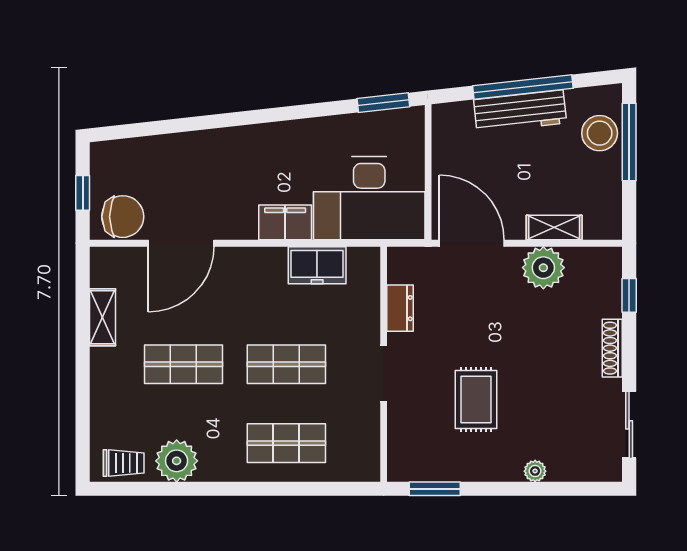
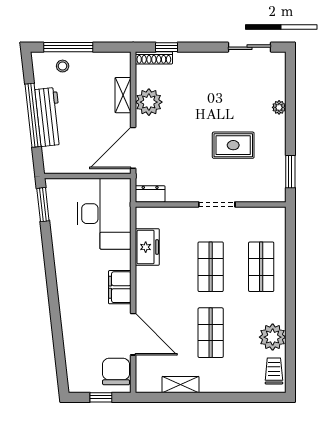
stool: (600, 133) -> (63, 66), width x0.53, depth x0.53
filing cabinet: (285, 222) -> (120, 287), moved
dresser: (400, 308) -> (150, 194), moved
shoe rack: (612, 348) -> (154, 58), moved

